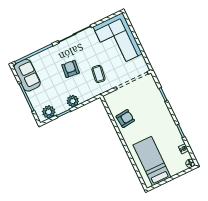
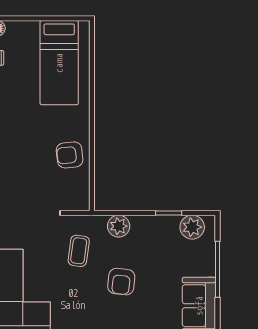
plant: (73, 101) -> (119, 226), moved

